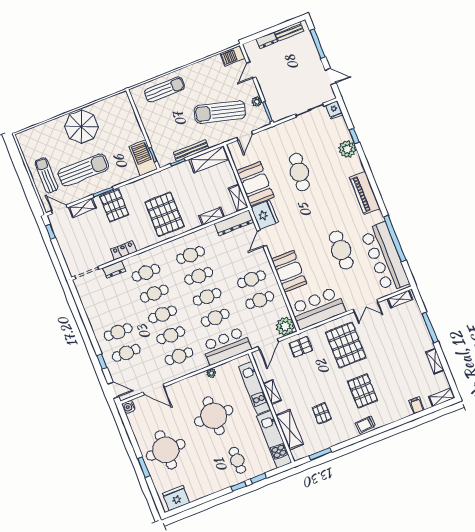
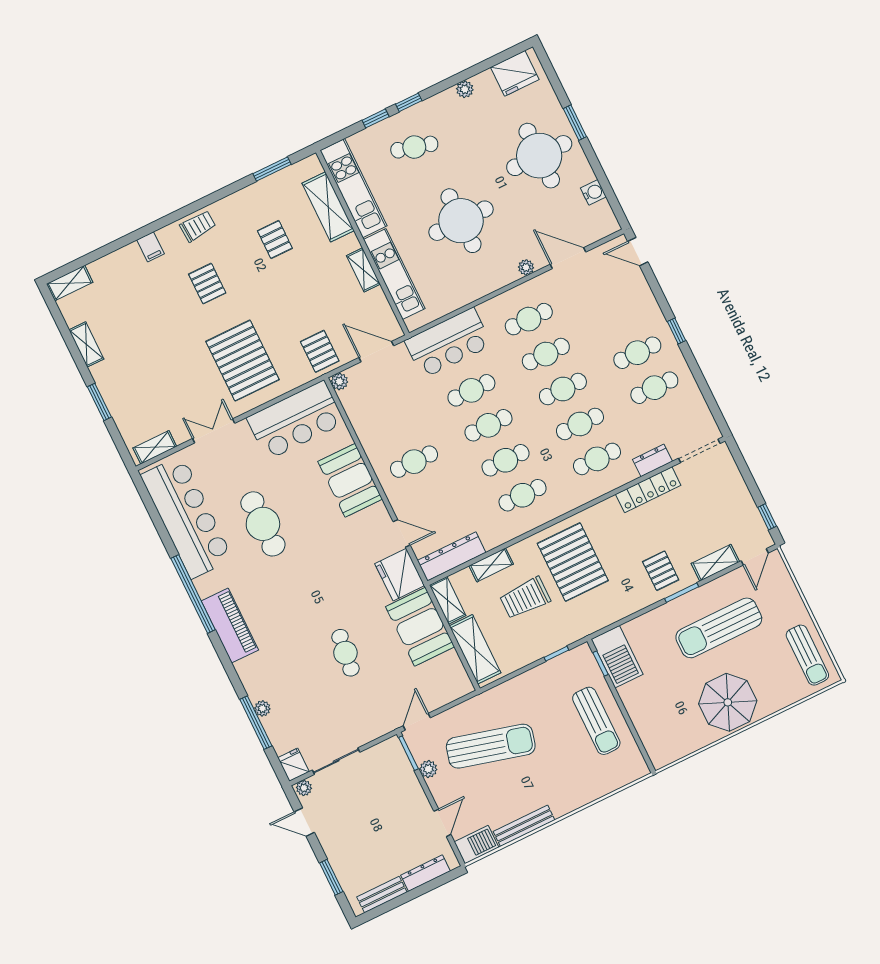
dresser: (267, 40) -> (426, 873), width x1.44
window: (318, 44) -> (331, 877), width x0.69
sun lounger: (165, 89) -> (596, 721), moved, turned -90
plant: (329, 96) -> (304, 788), added
door: (245, 136) -> (417, 722), moved
window: (354, 136) -> (256, 723), width x2.17
plant: (347, 149) -> (262, 708), width x0.53, depth x0.53
bench: (191, 151) -> (524, 826), moved
shelving: (209, 159) -> (475, 649), moved, turned 90
cafe table: (299, 172) -> (345, 653), width x0.73, depth x0.74
sun lounger: (46, 175) -> (807, 655), moved
trolley: (194, 196) -> (525, 598), added
pallet: (114, 205) -> (661, 571), width x0.67, depth x0.71
door: (59, 209) -> (755, 557), hinge flipped
door: (262, 238) -> (402, 533), hinge flipped
window: (395, 239) -> (193, 594), moved
locker: (124, 250) -> (648, 490), width x1.53
cafe table: (260, 300) -> (397, 427), removed
plant: (285, 326) -> (339, 381), width x0.53, depth x0.53
window: (430, 328) -> (99, 402), width x0.69
door: (268, 344) -> (376, 352), hinge flipped
pallet: (301, 347) -> (320, 351), turned 90
cafe table: (126, 353) -> (654, 388), moved
window: (102, 361) -> (676, 331), moved
plant: (211, 373) -> (526, 267), moved
pallet: (363, 391) -> (207, 284), width x0.67, depth x0.71
filing cabinet: (417, 405) -> (150, 247), moved
water cooler: (129, 407) -> (593, 192), moved
cafe table: (237, 460) -> (414, 147), turned -75
plant: (206, 491) -> (465, 89), added

